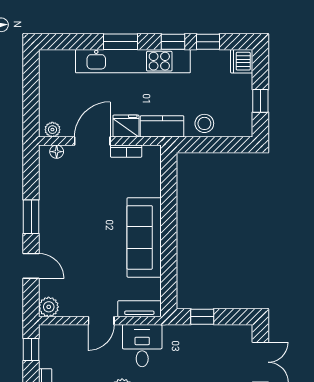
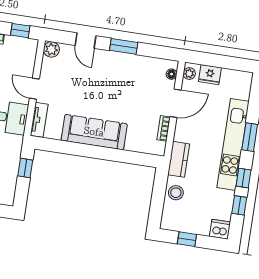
fridge: (126, 126) -> (210, 75), moved, turned 90
door: (92, 141) -> (176, 103), hinge flipped
door: (31, 266) -> (85, 41), hinge flipped

